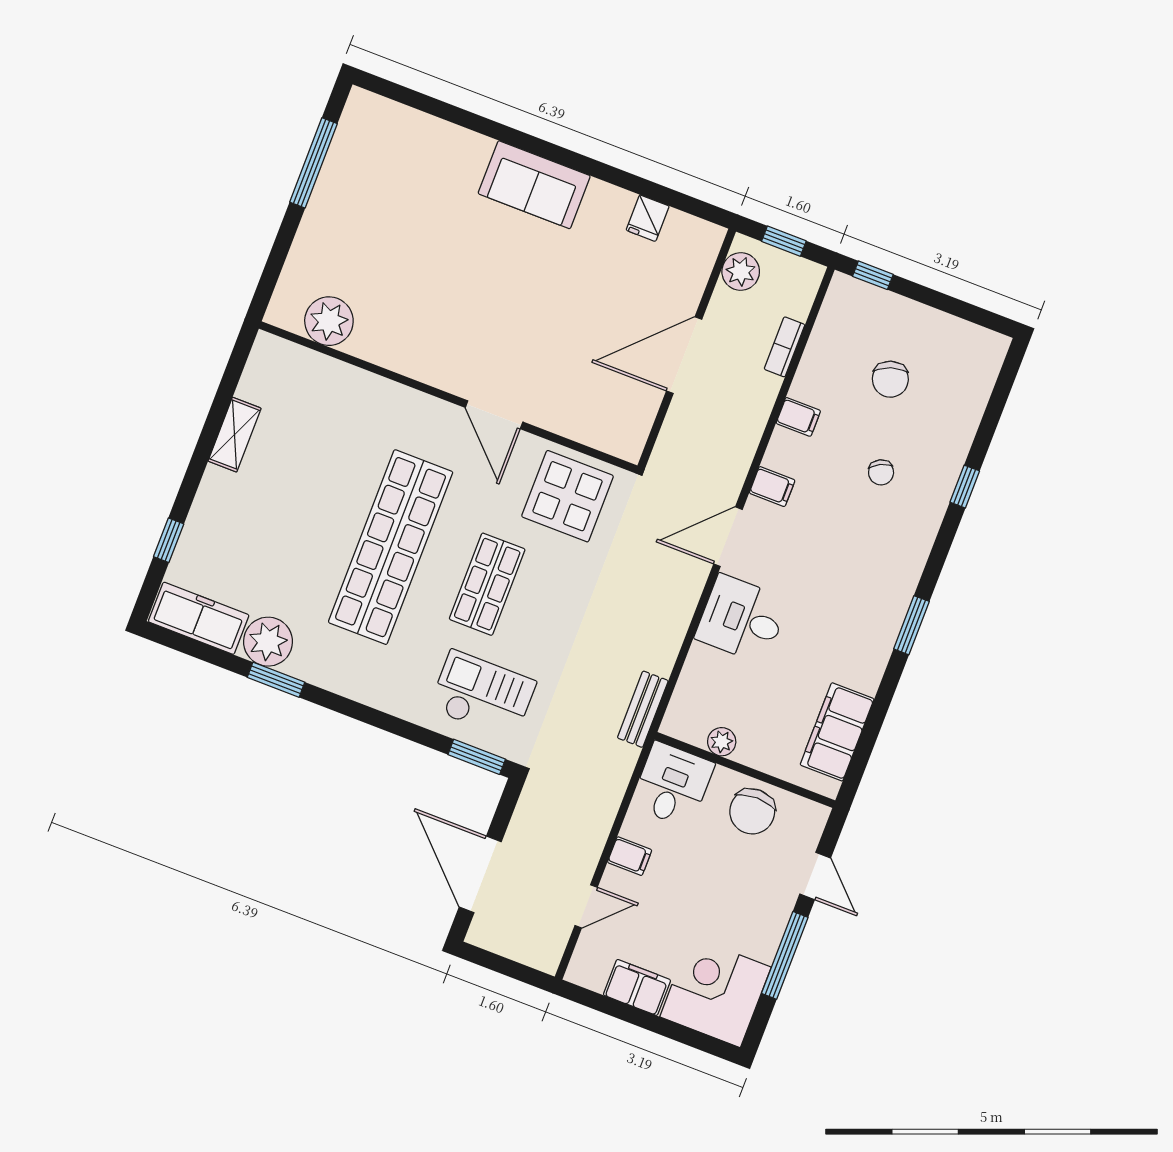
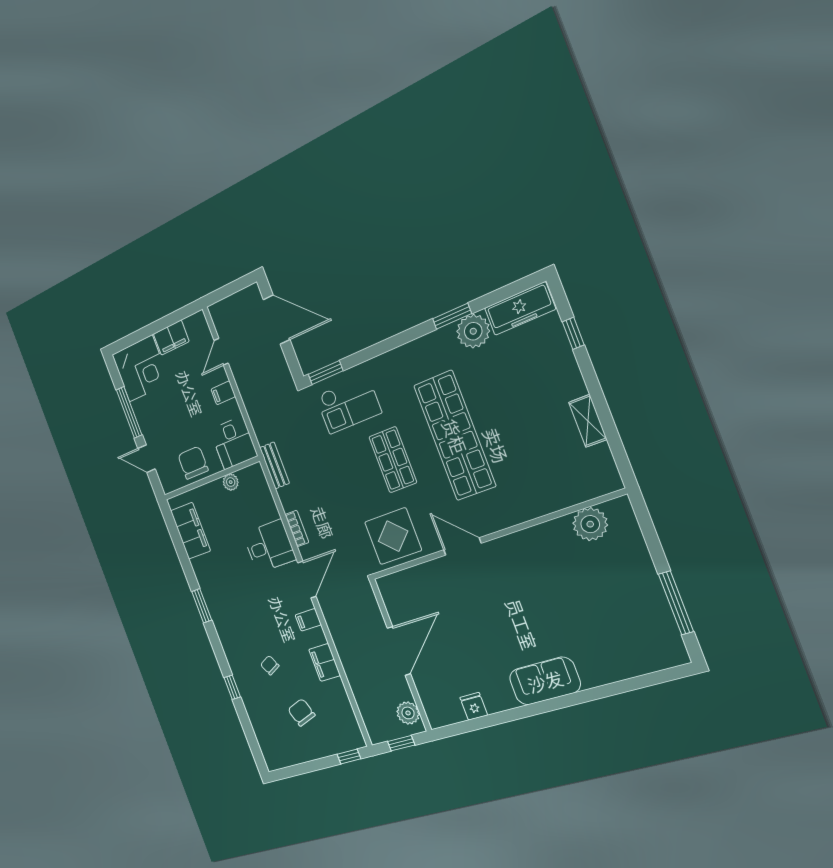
bookcase: (785, 347) -> (297, 528), moved
filing cabinet: (798, 417) -> (325, 662), width x2.00

